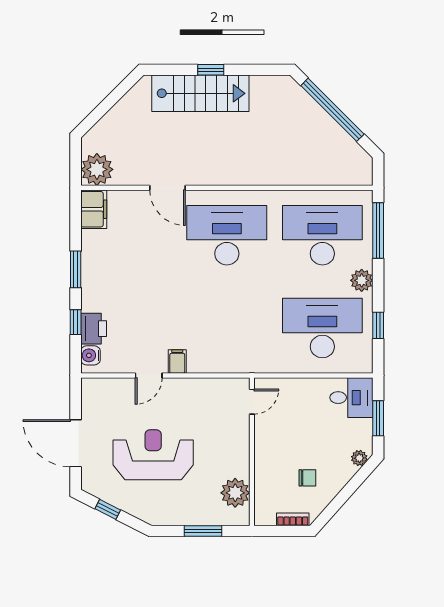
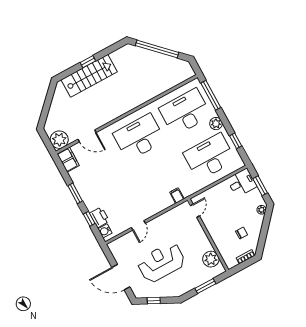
door: (167, 188) -> (87, 136), moved
filing cabinet: (177, 362) -> (177, 196), moved

